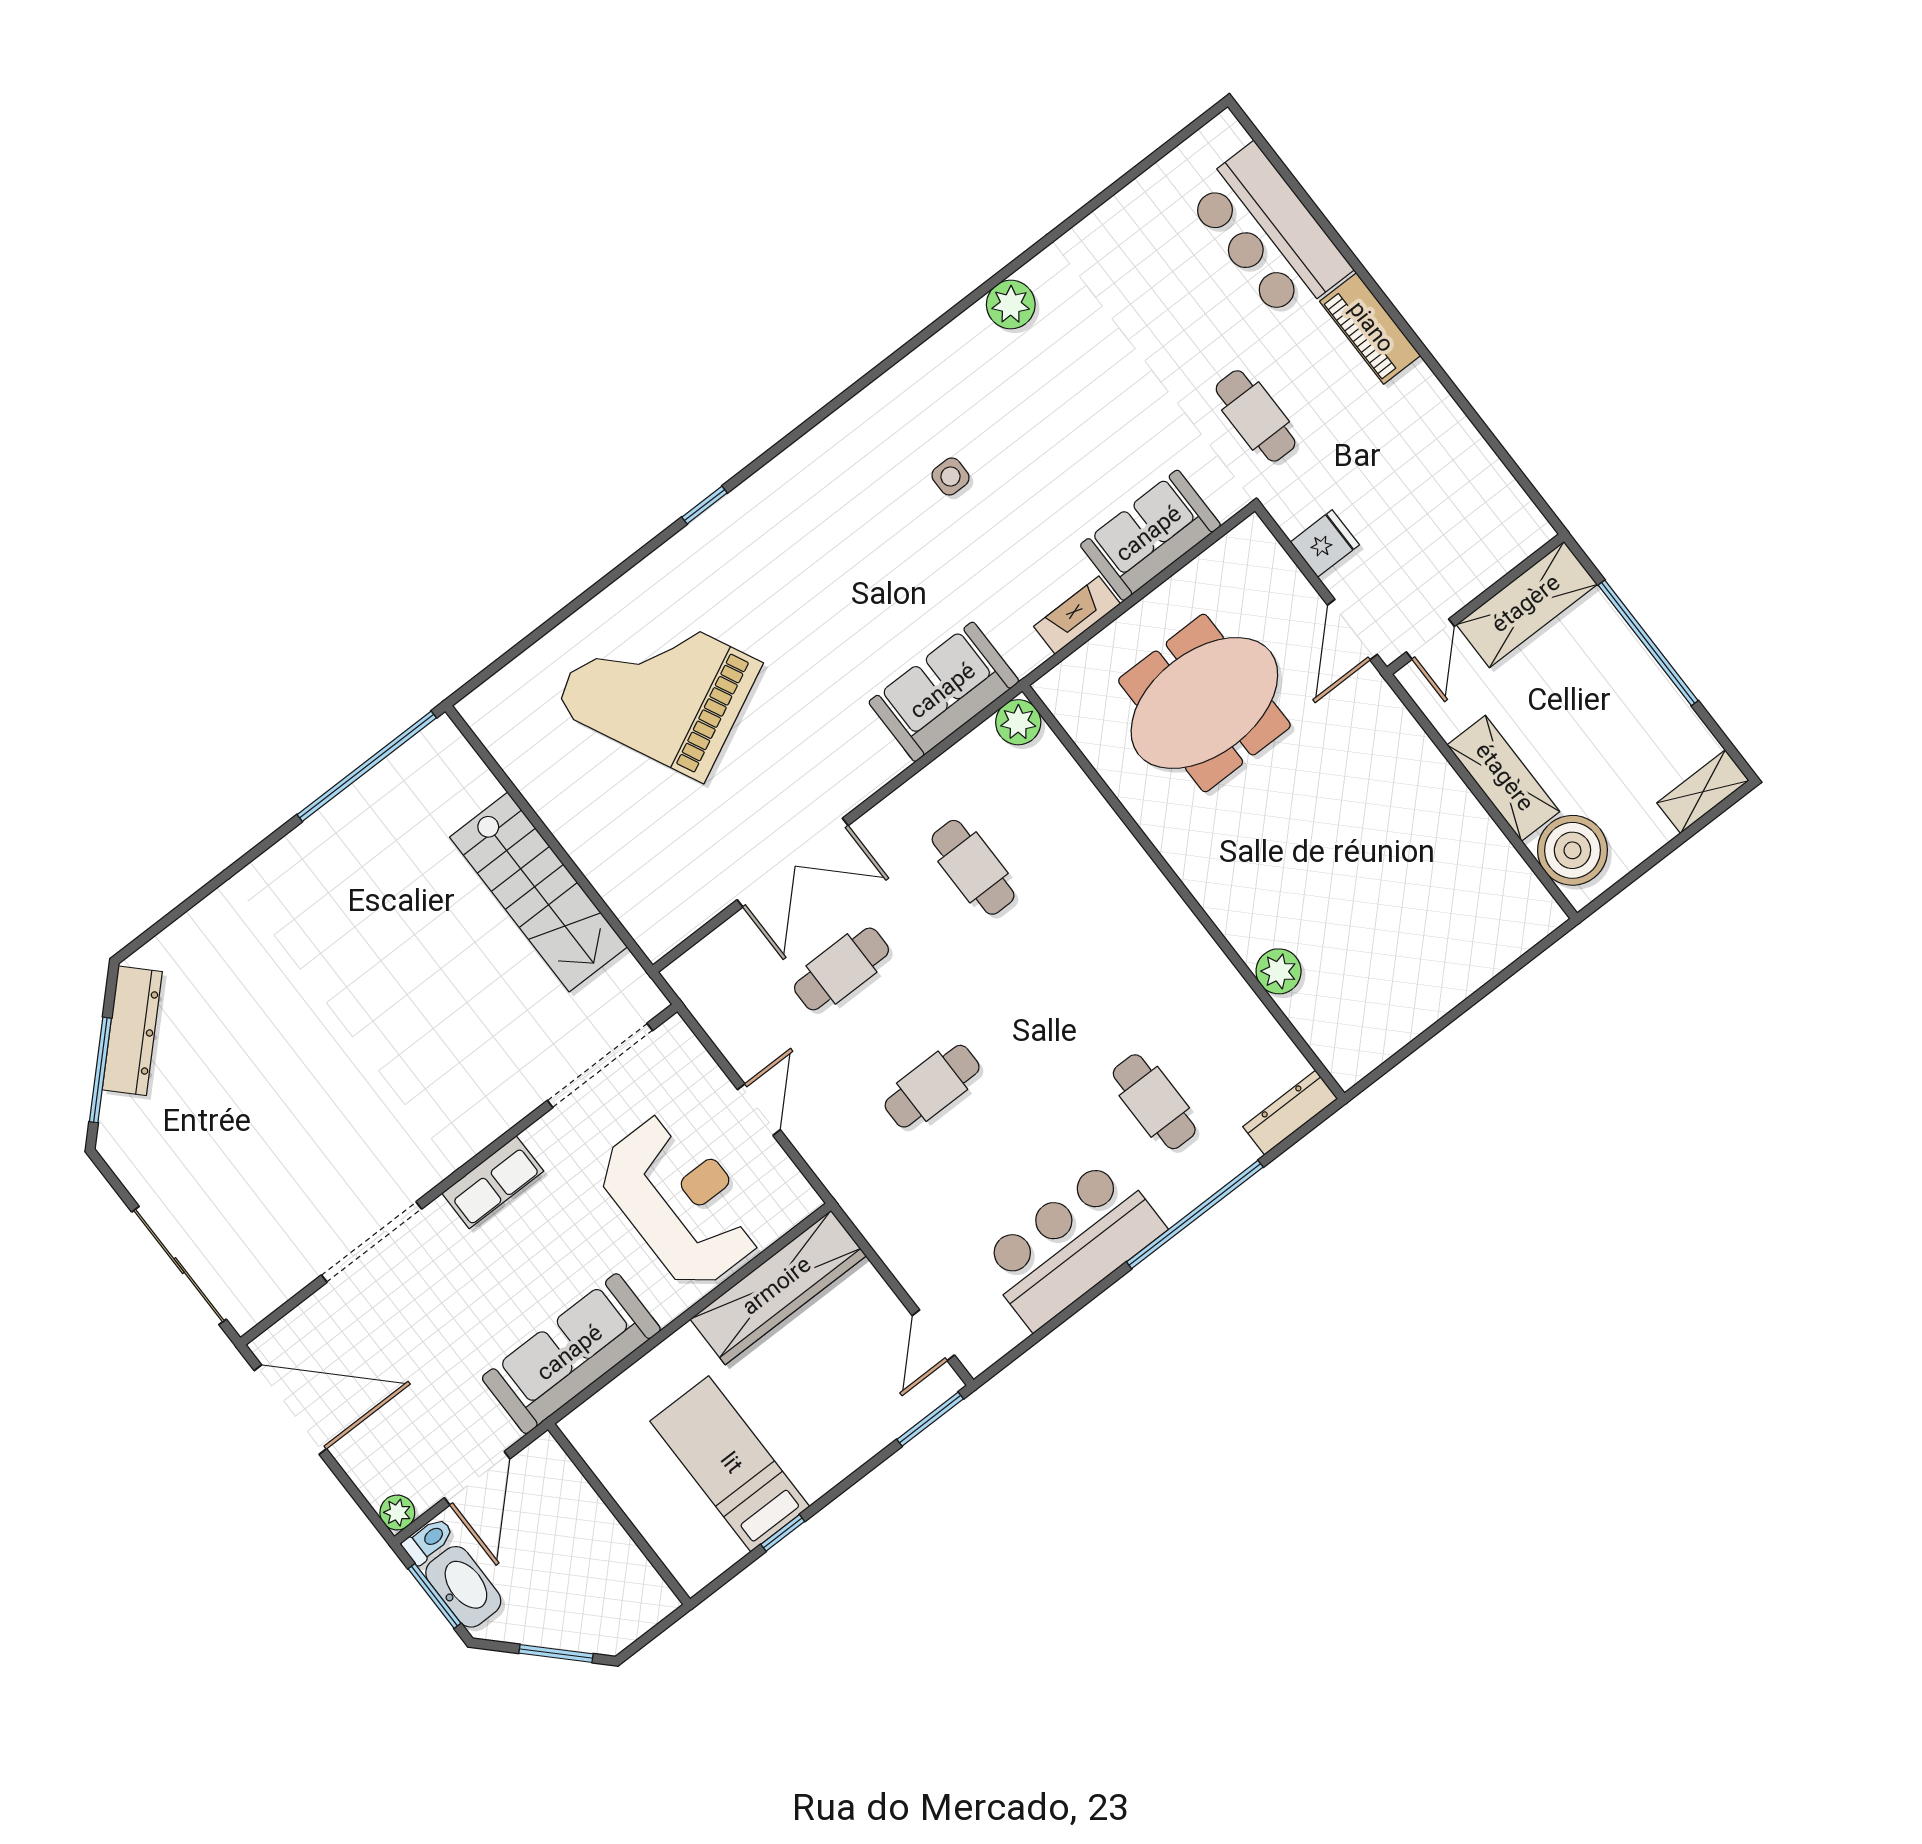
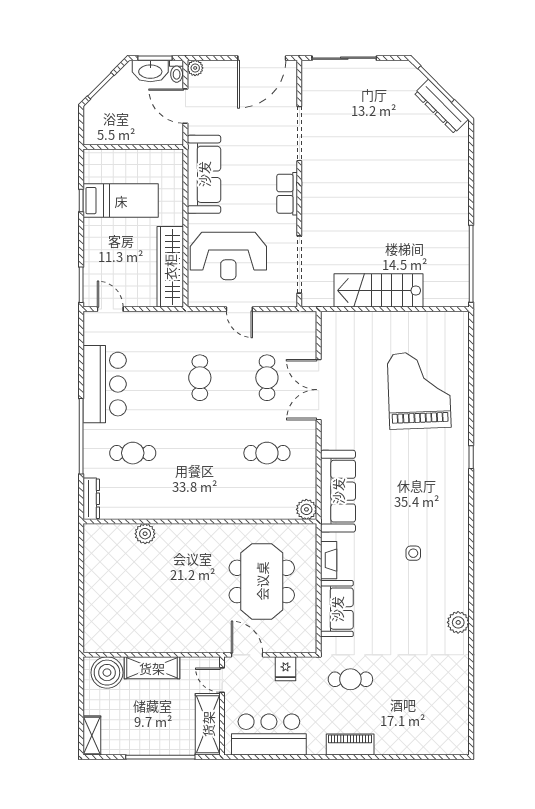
bar counter: (1268, 233) -> (269, 735), moved
grand piano: (658, 686) -> (419, 390), turned -66
sofa: (944, 692) -> (338, 491), width x1.36

